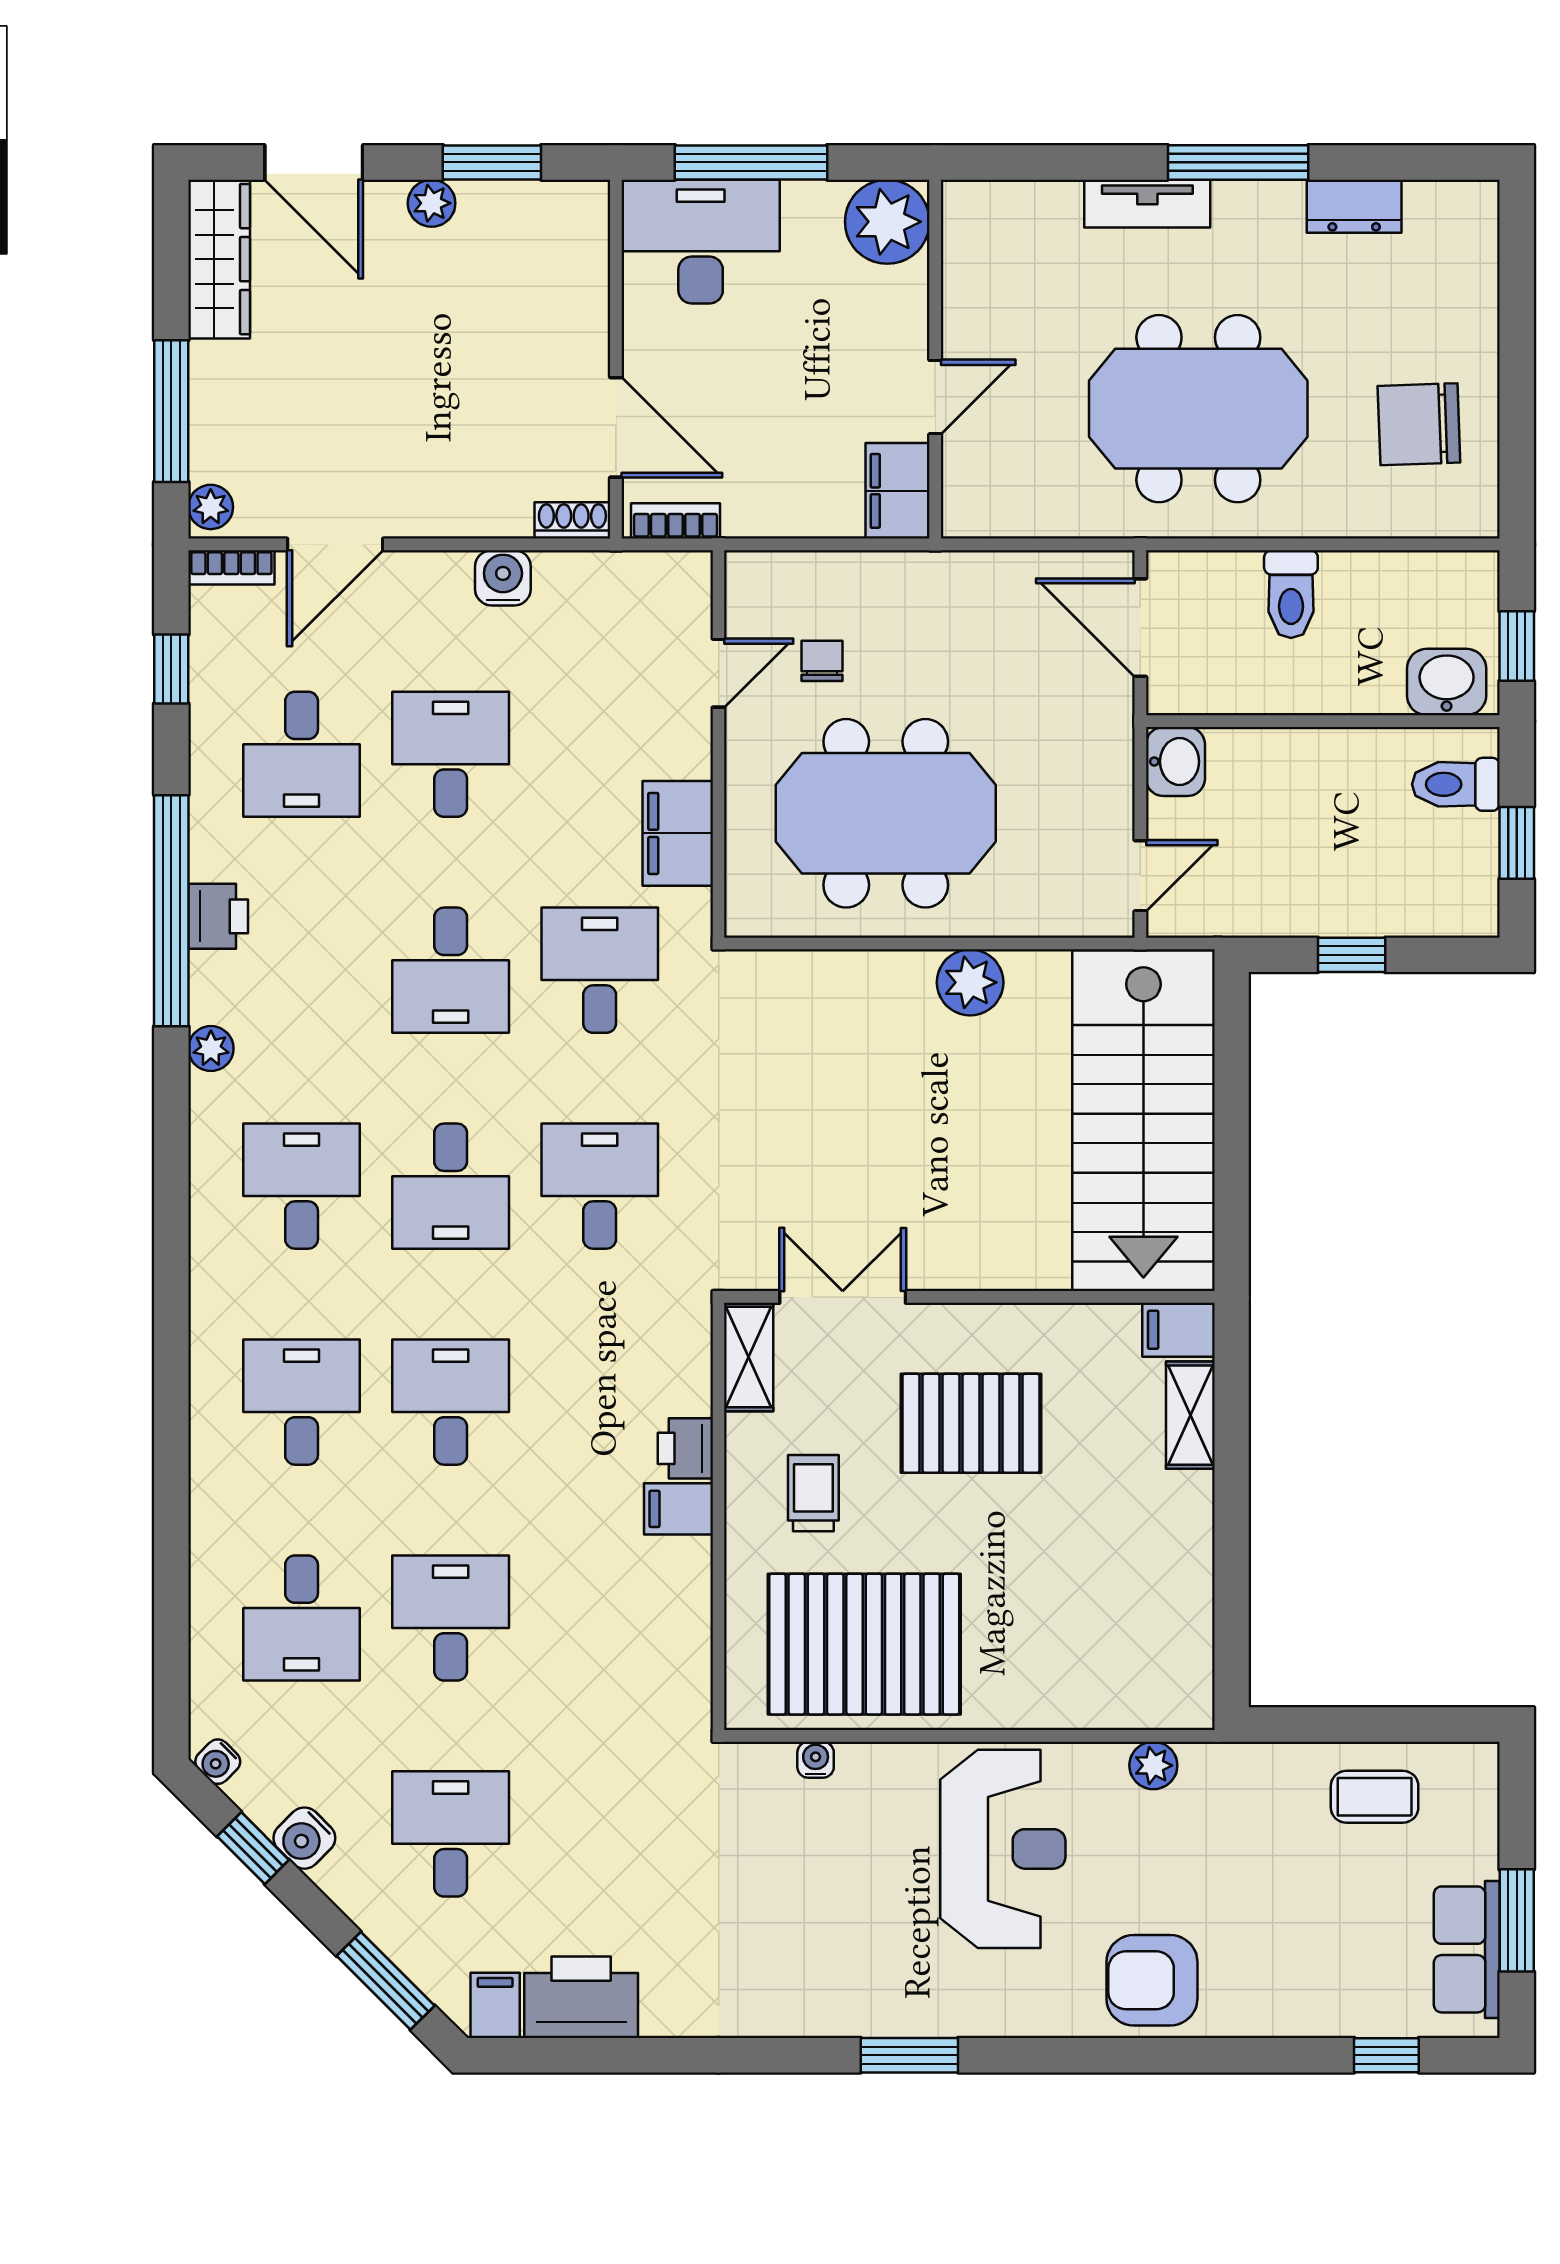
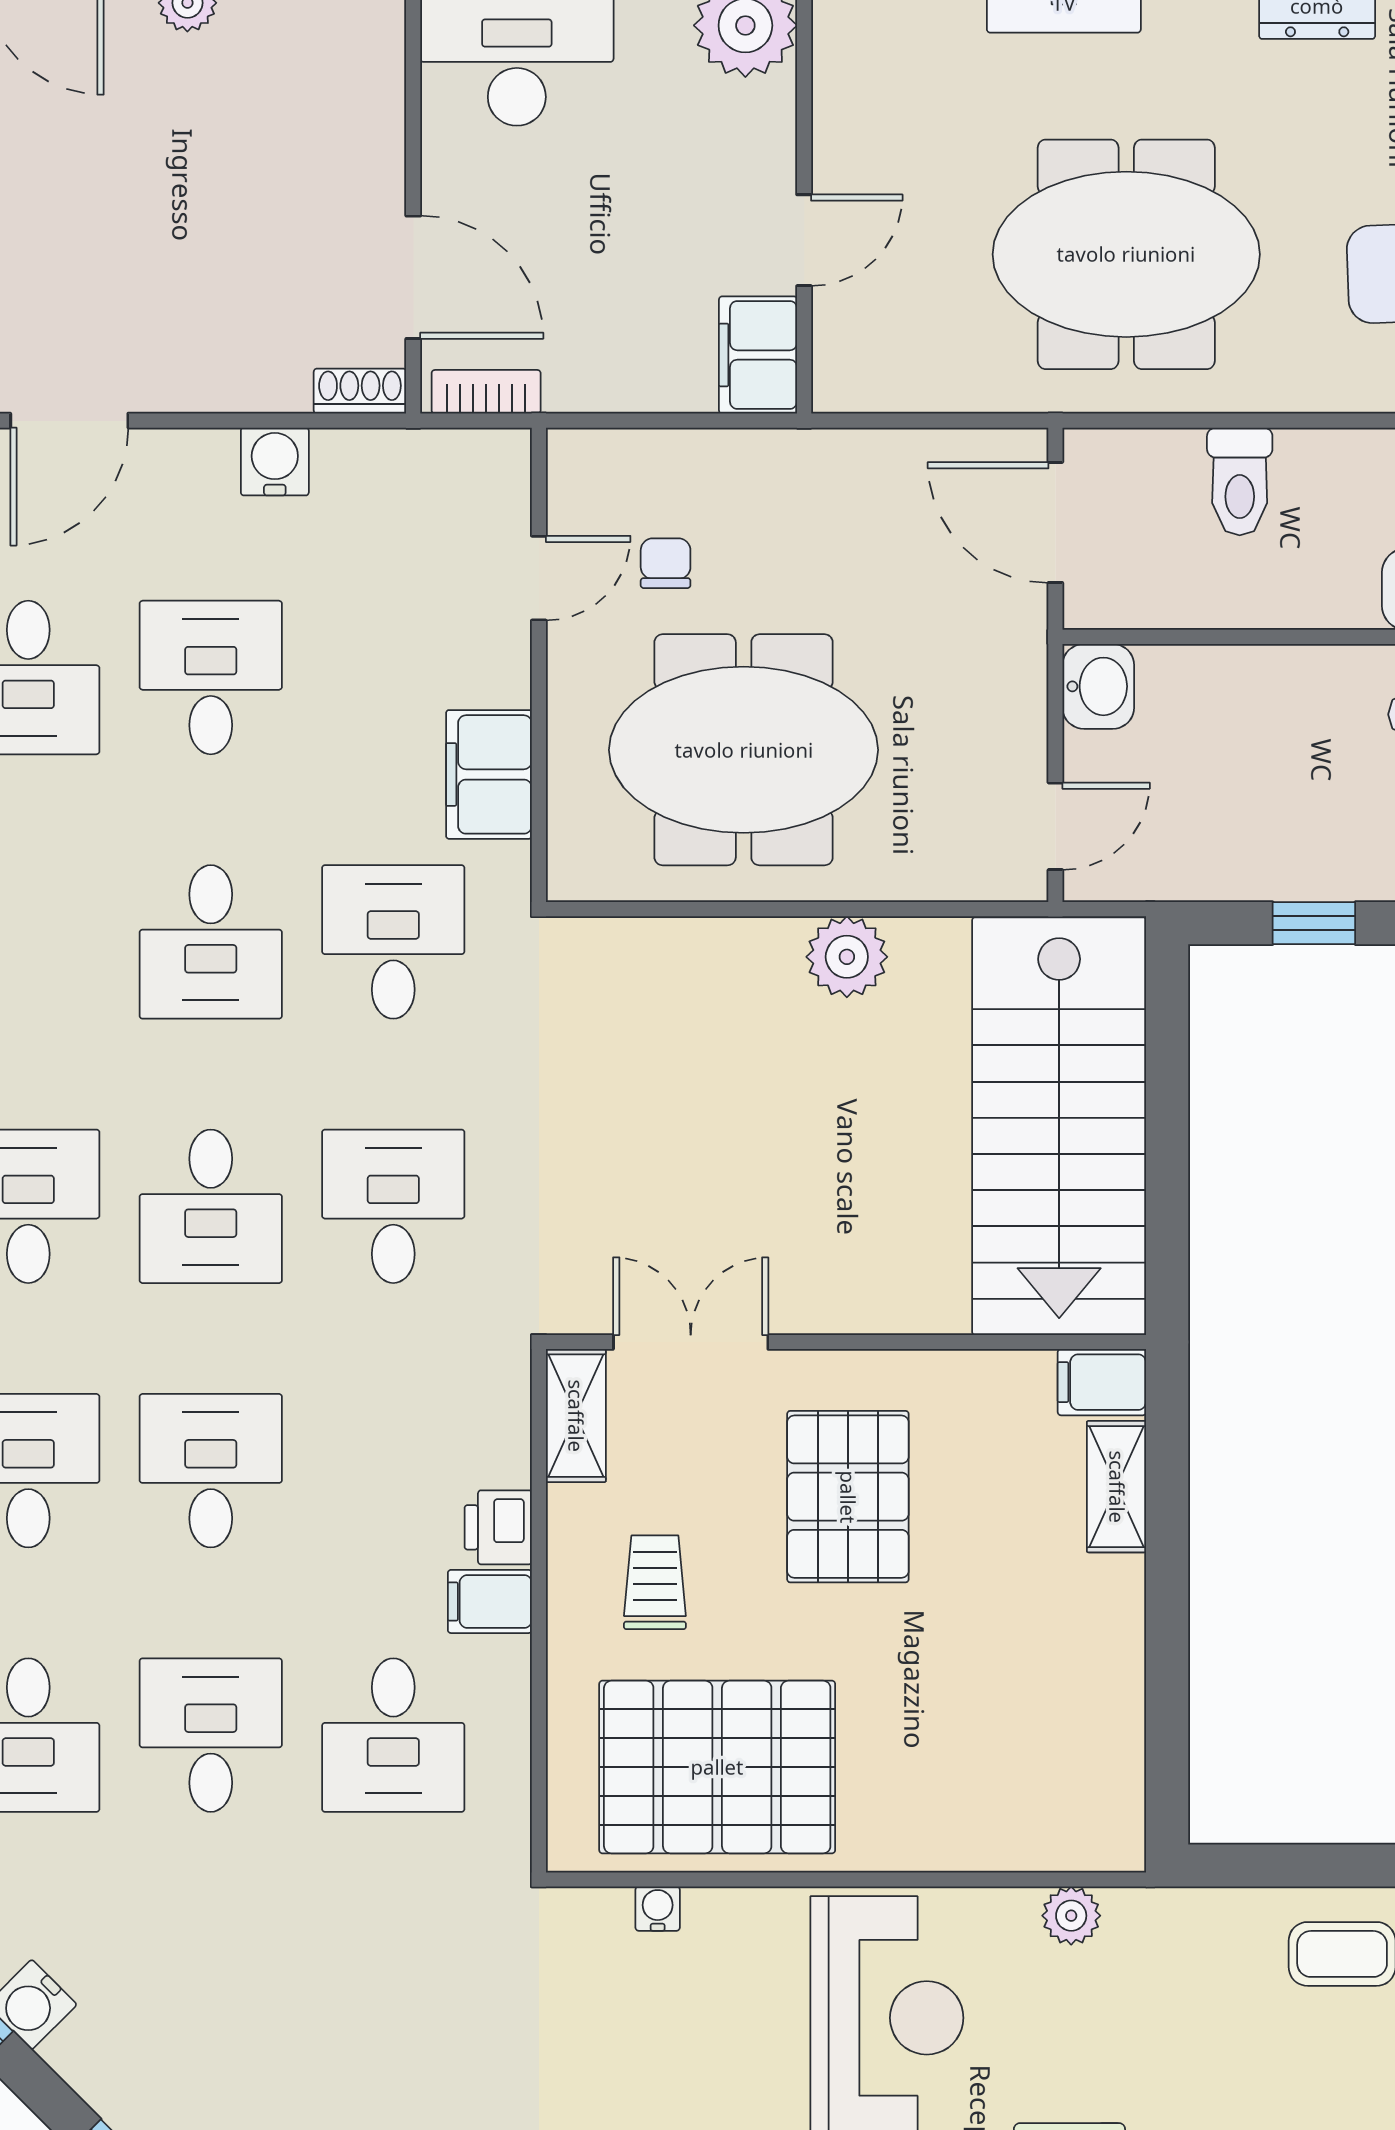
pallet: (971, 1423) -> (848, 1497), turned 90
desk: (451, 1834) -> (393, 1735), moved, turned 180

